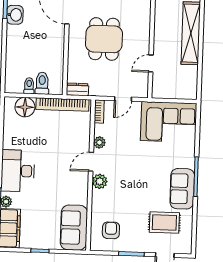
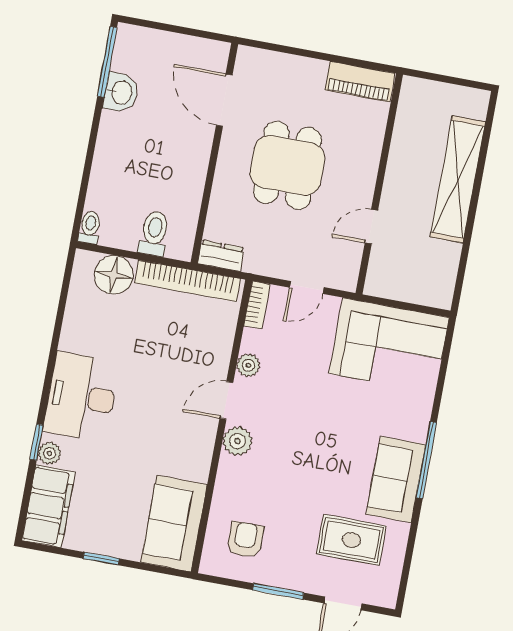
toilet: (29, 86) -> (90, 227), moved

